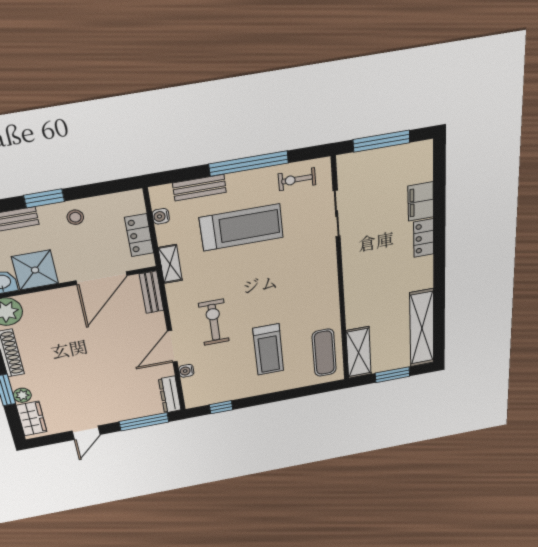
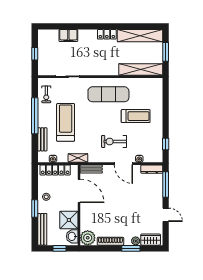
window: (382, 141) -> (35, 54), width x0.46
locker: (139, 235) -> (55, 170), width x1.53
locker: (424, 238) -> (107, 34), moved
exercise mat: (324, 353) -> (108, 94), moved, width x1.36, depth x1.45
shelving: (359, 353) -> (141, 69), width x1.47

